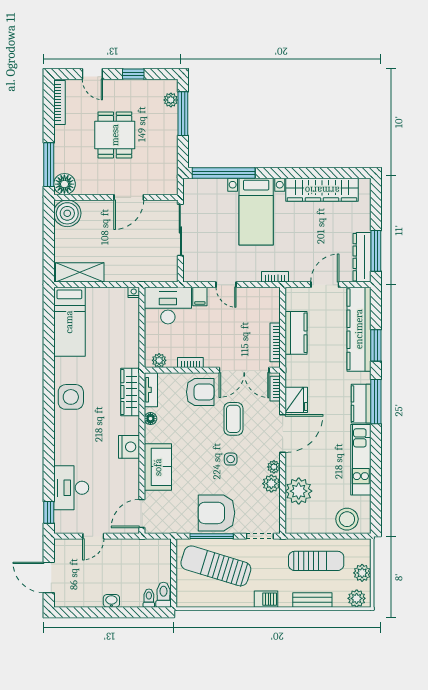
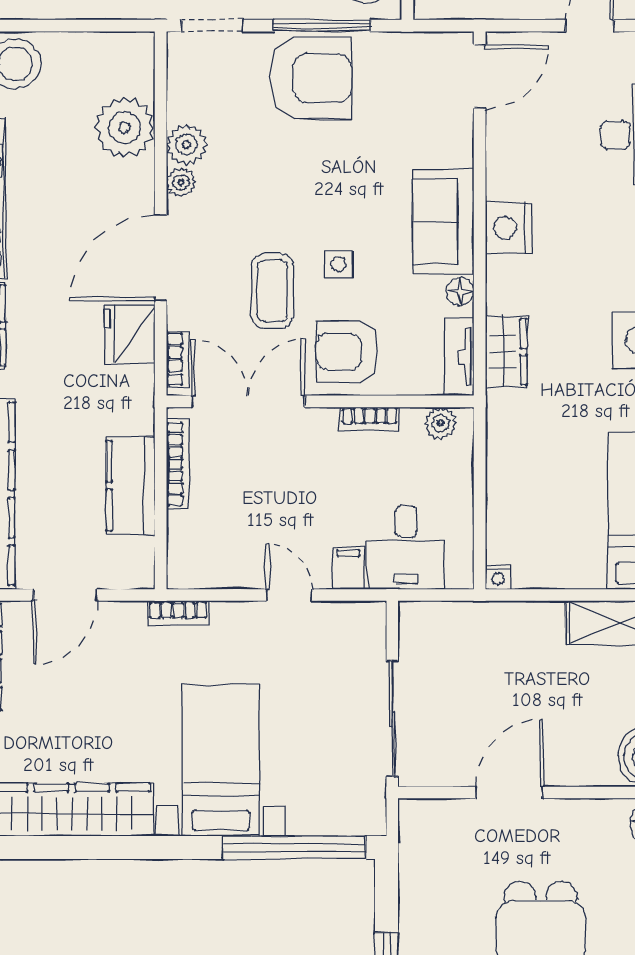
desk: (168, 306) -> (406, 548), width x0.73
wardrobe: (130, 392) -> (506, 352), width x0.67
side table: (231, 459) -> (338, 264), moved
sofa: (158, 467) -> (443, 222), moved

